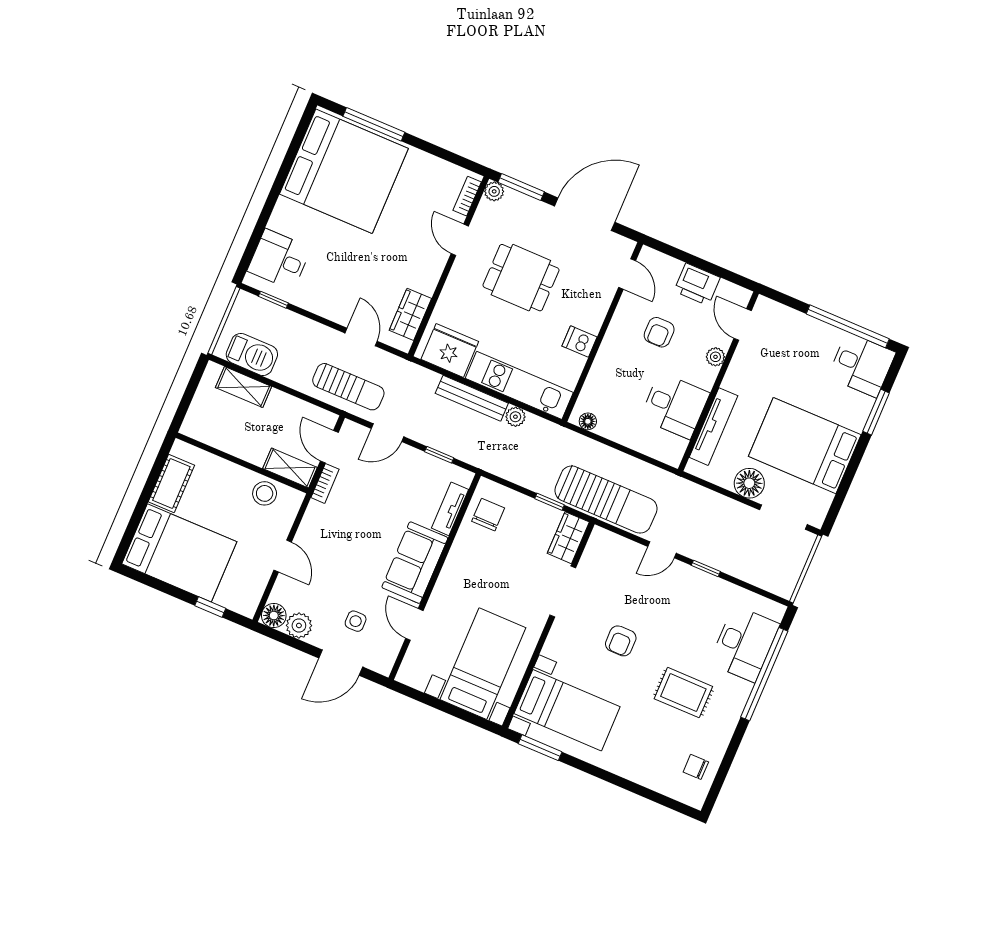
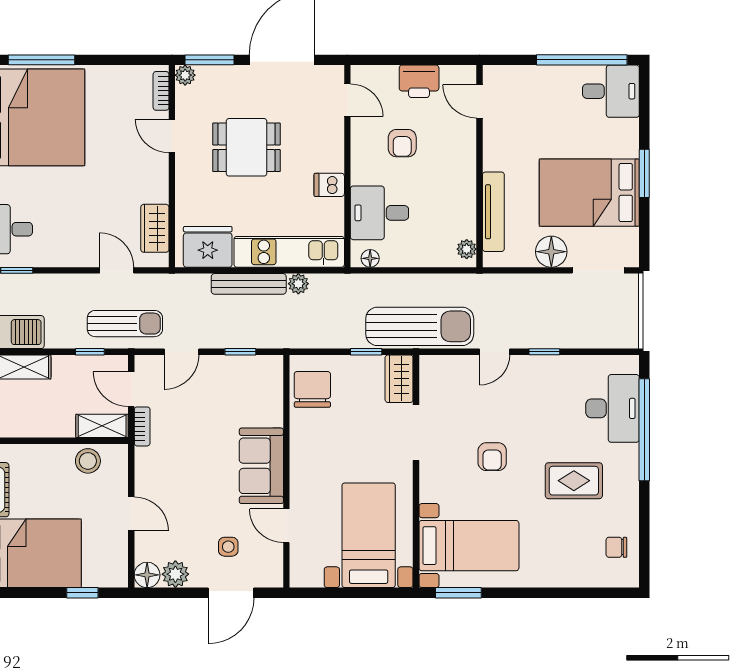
plant: (715, 357) -> (467, 249), moved
window: (307, 398) -> (90, 352), added
desk: (675, 406) -> (379, 213), moved, turned 180
window: (876, 412) -> (644, 173), moved
tv unit: (450, 509) -> (273, 400), removed
chair: (488, 515) -> (312, 389), width x1.37, depth x1.37

